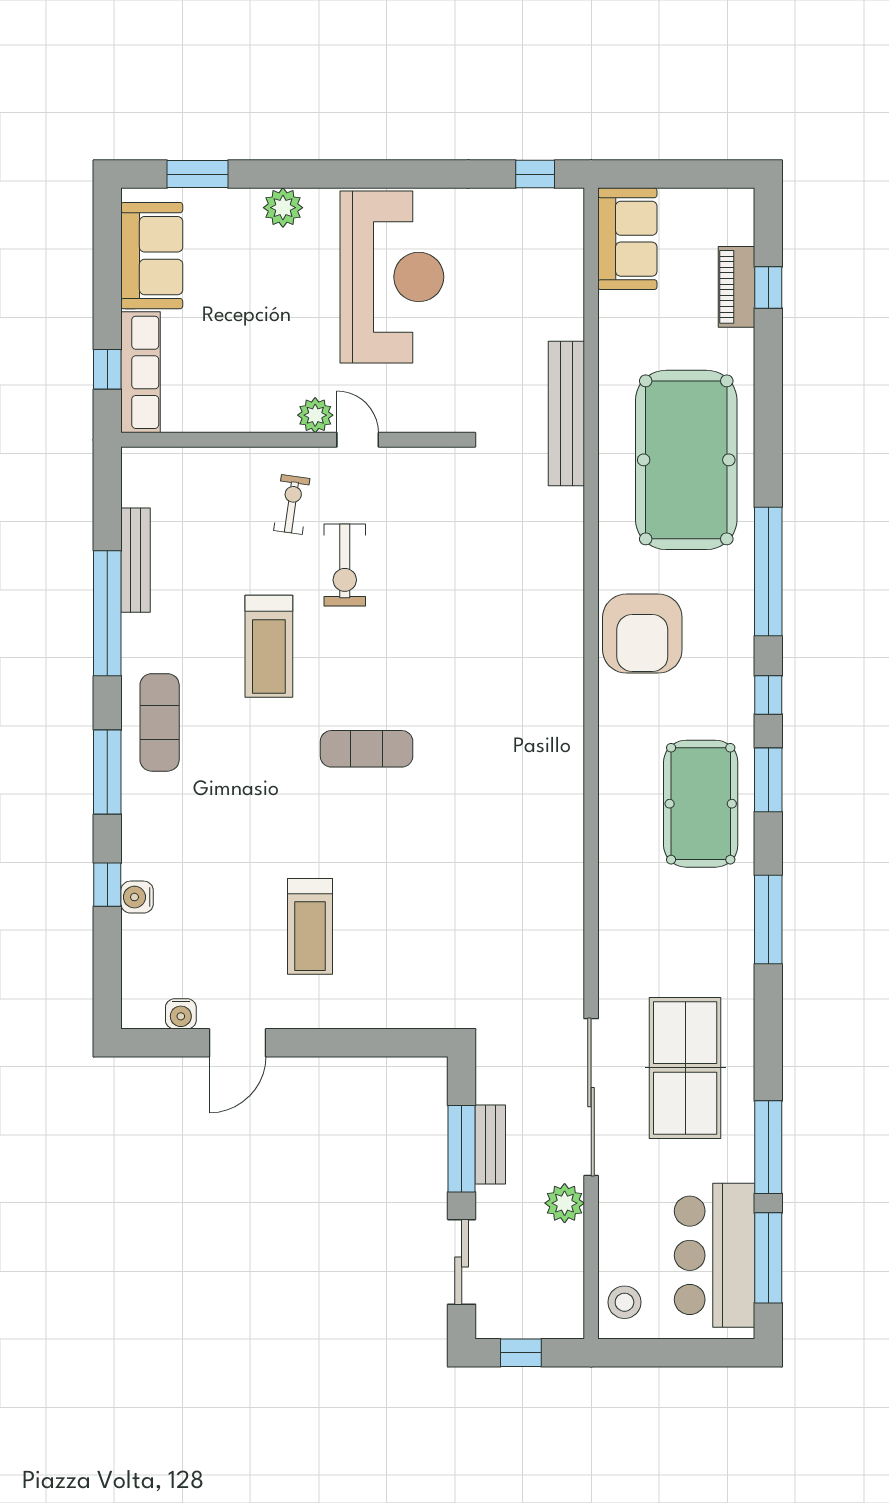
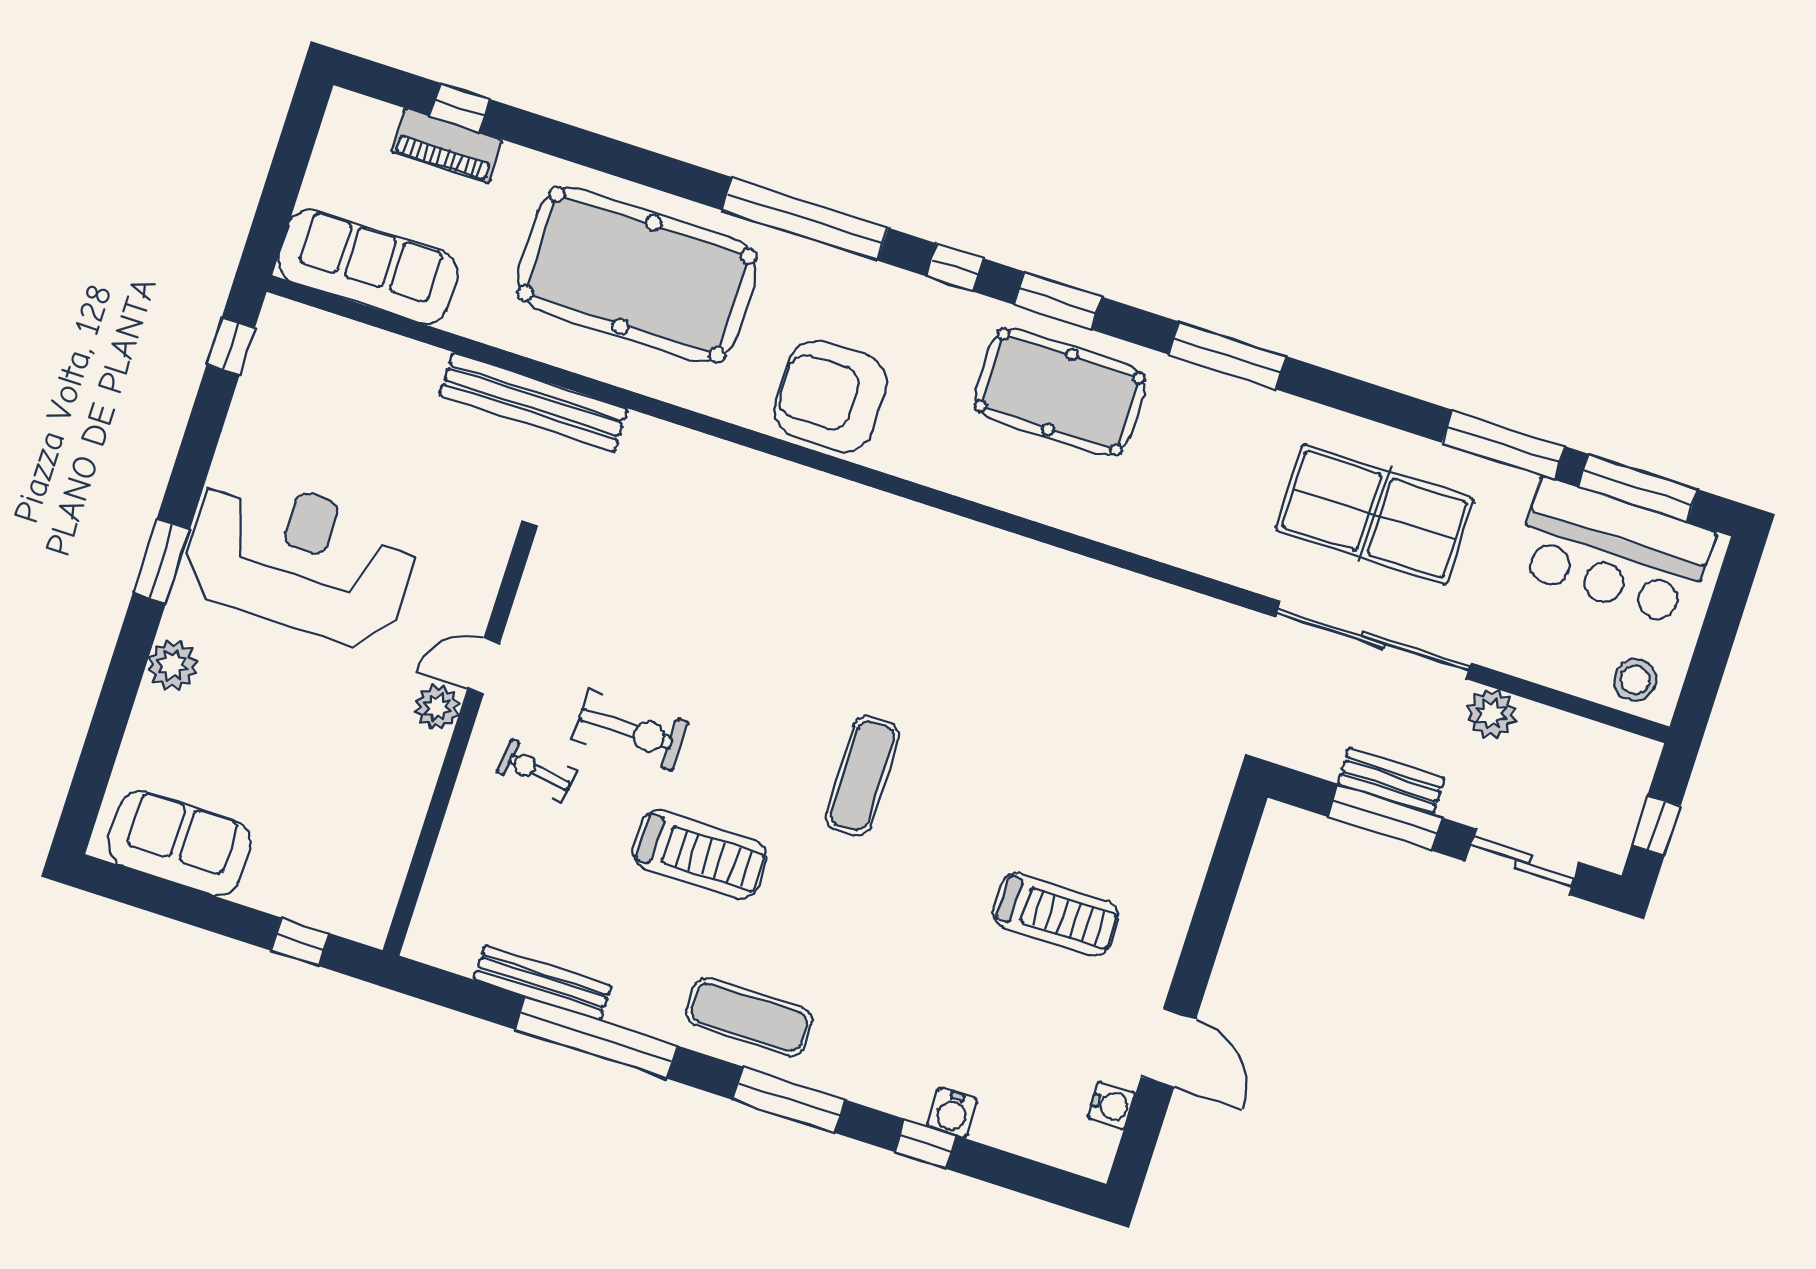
window: (197, 174) -> (161, 561), moved
sofa: (627, 239) -> (368, 267), width x1.36
row of seats: (141, 372) -> (317, 903), removed
armchair: (642, 634) -> (831, 396), turned 180

